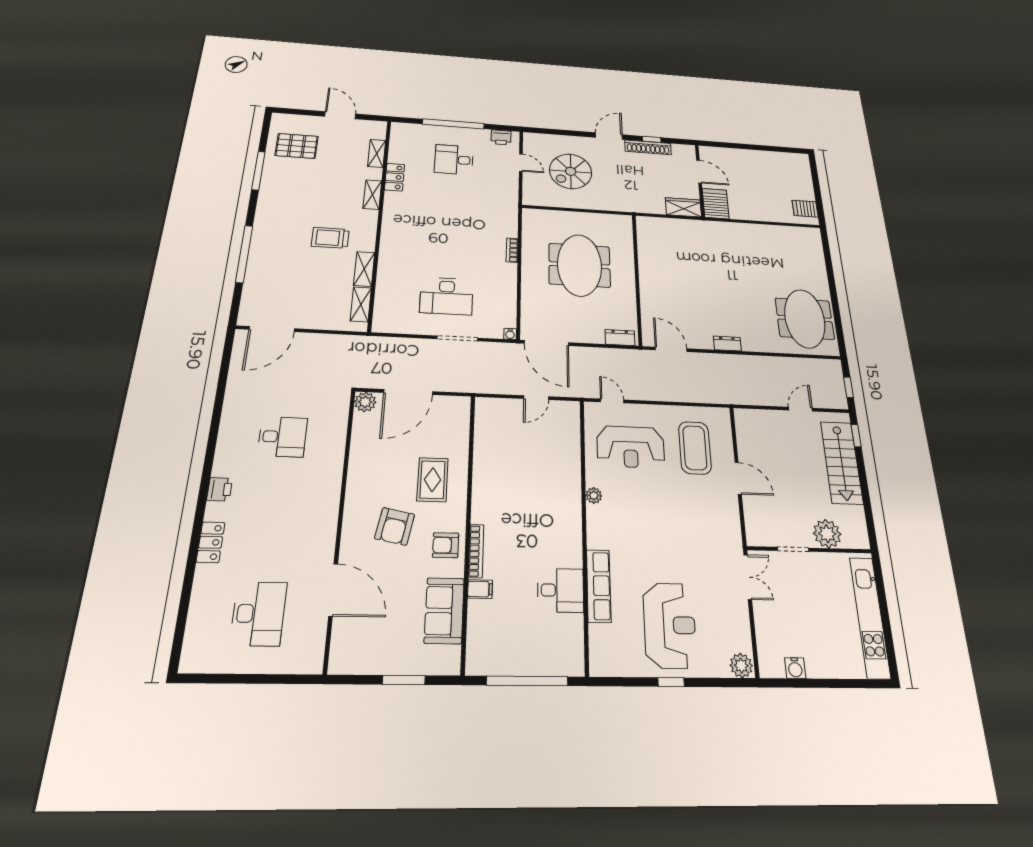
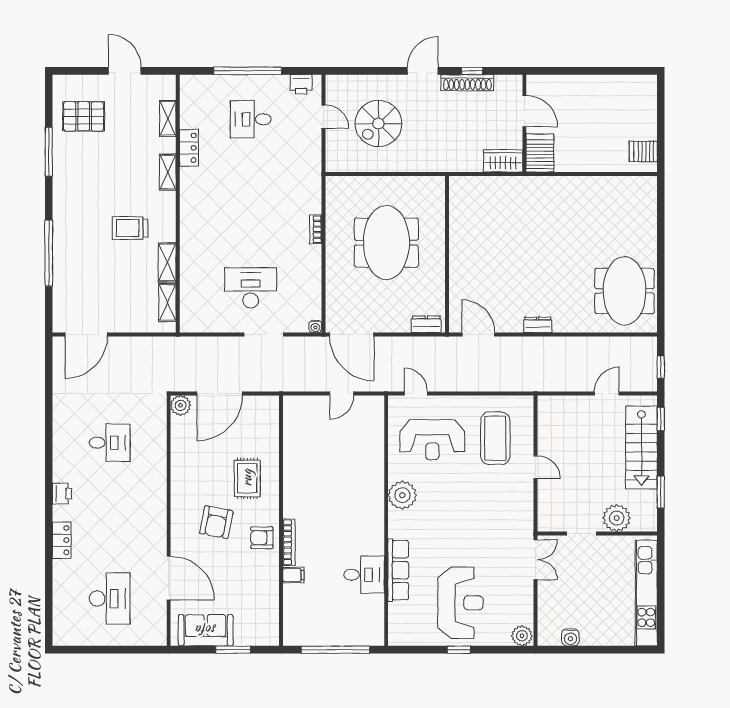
desk: (446, 296) -> (251, 288), turned 180
door: (738, 478) -> (535, 467), width x0.73
plant: (594, 496) -> (402, 495), width x1.88, depth x1.88
window: (868, 508) -> (661, 492), added
sofa: (444, 611) -> (206, 630), moved, turned 90

